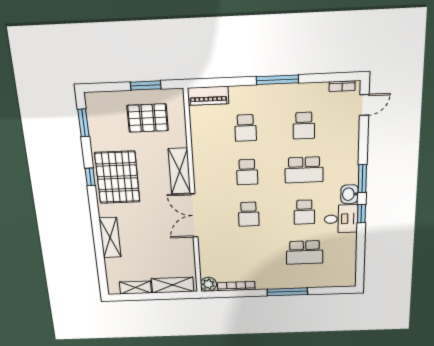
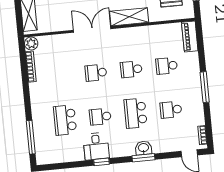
window: (362, 179) -> (143, 158), moved
washbasin: (350, 194) -> (143, 148), moved
window: (287, 292) -> (31, 137), moved

